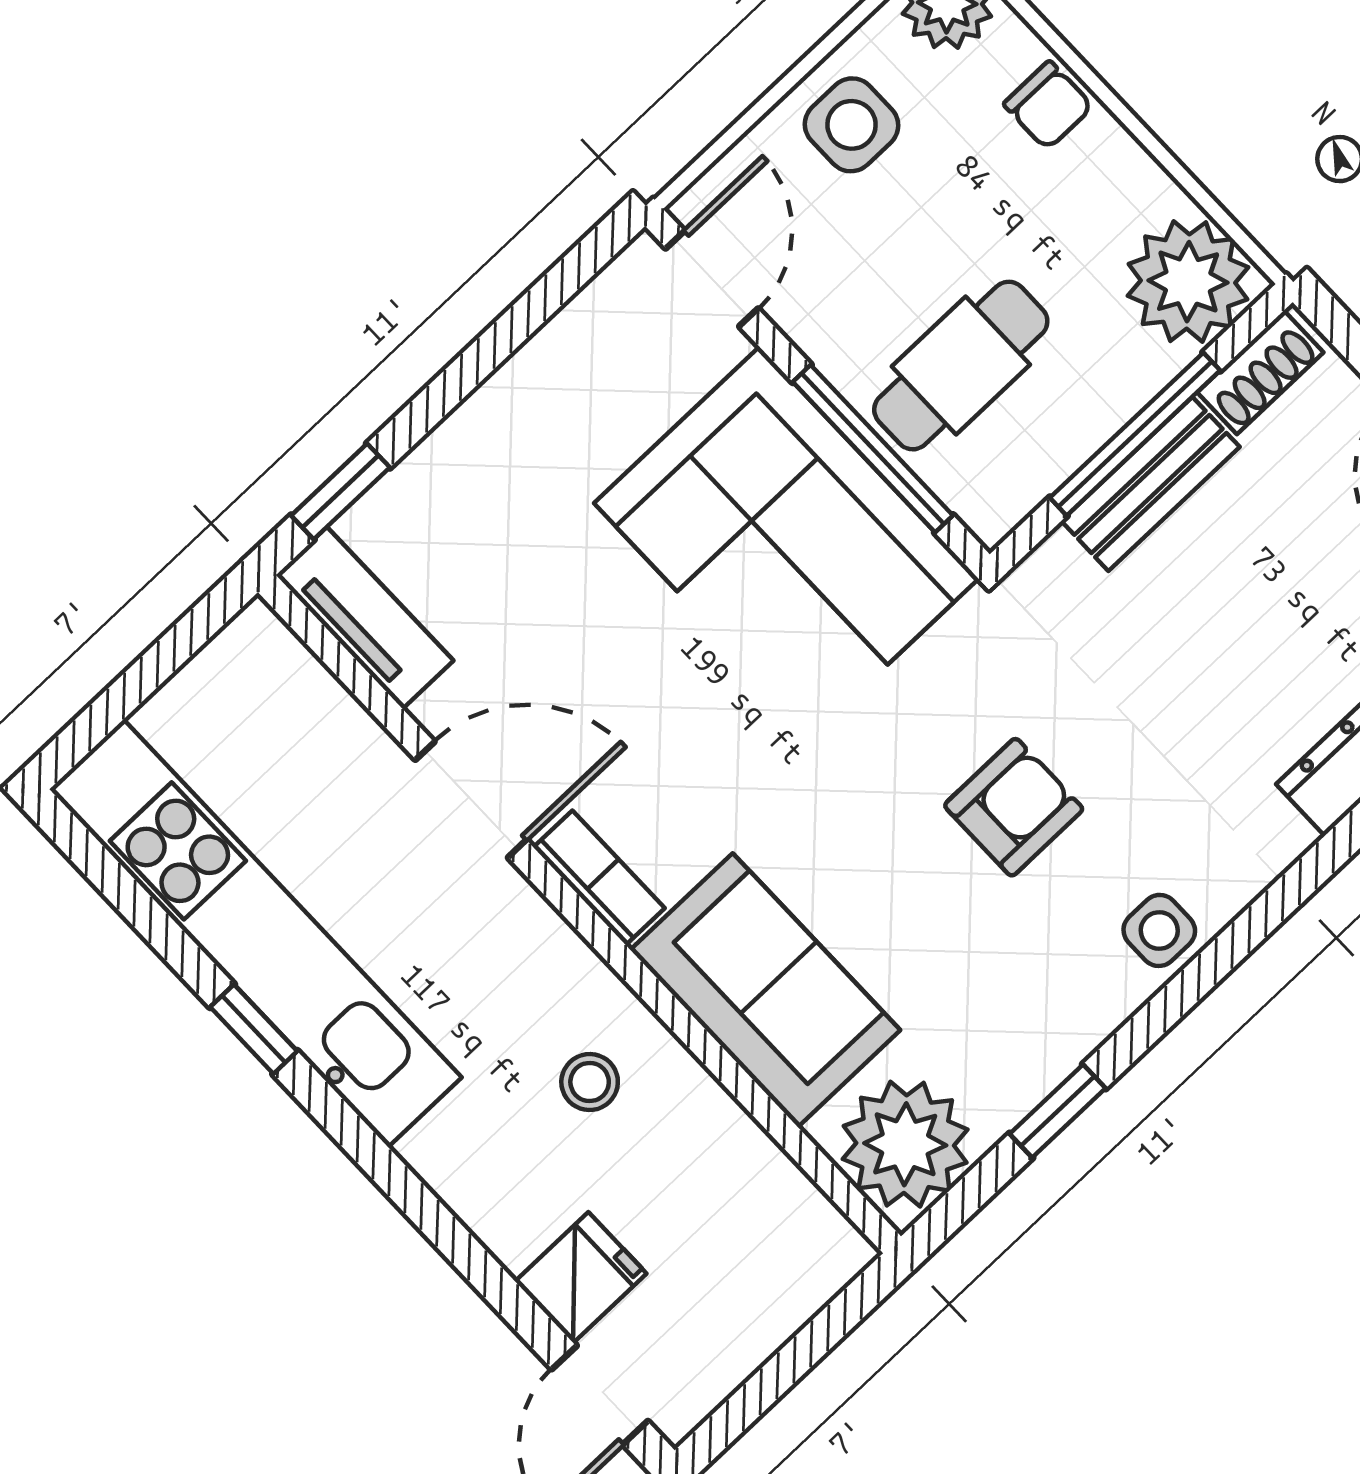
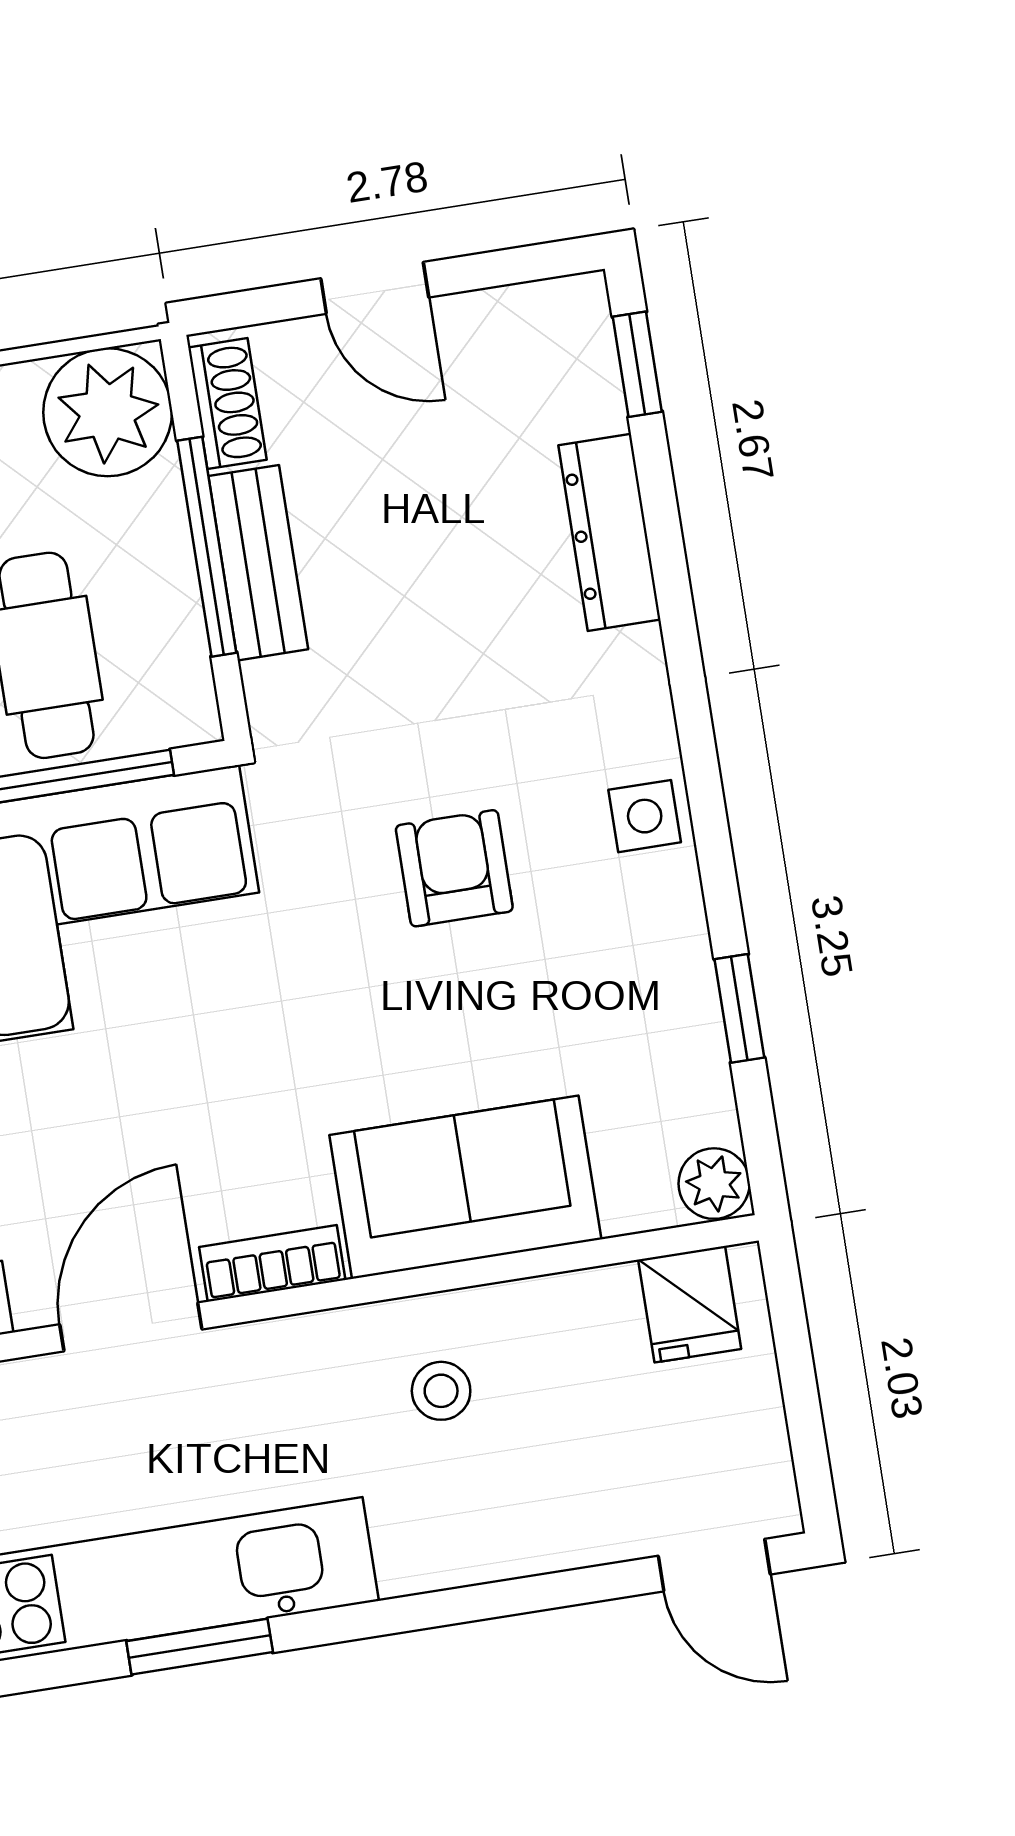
window: (254, 1029) -> (200, 1647), width x1.50
plant: (905, 1144) -> (714, 1184), width x0.53, depth x0.53
fridge: (581, 1278) -> (690, 1304), moved, turned 180

